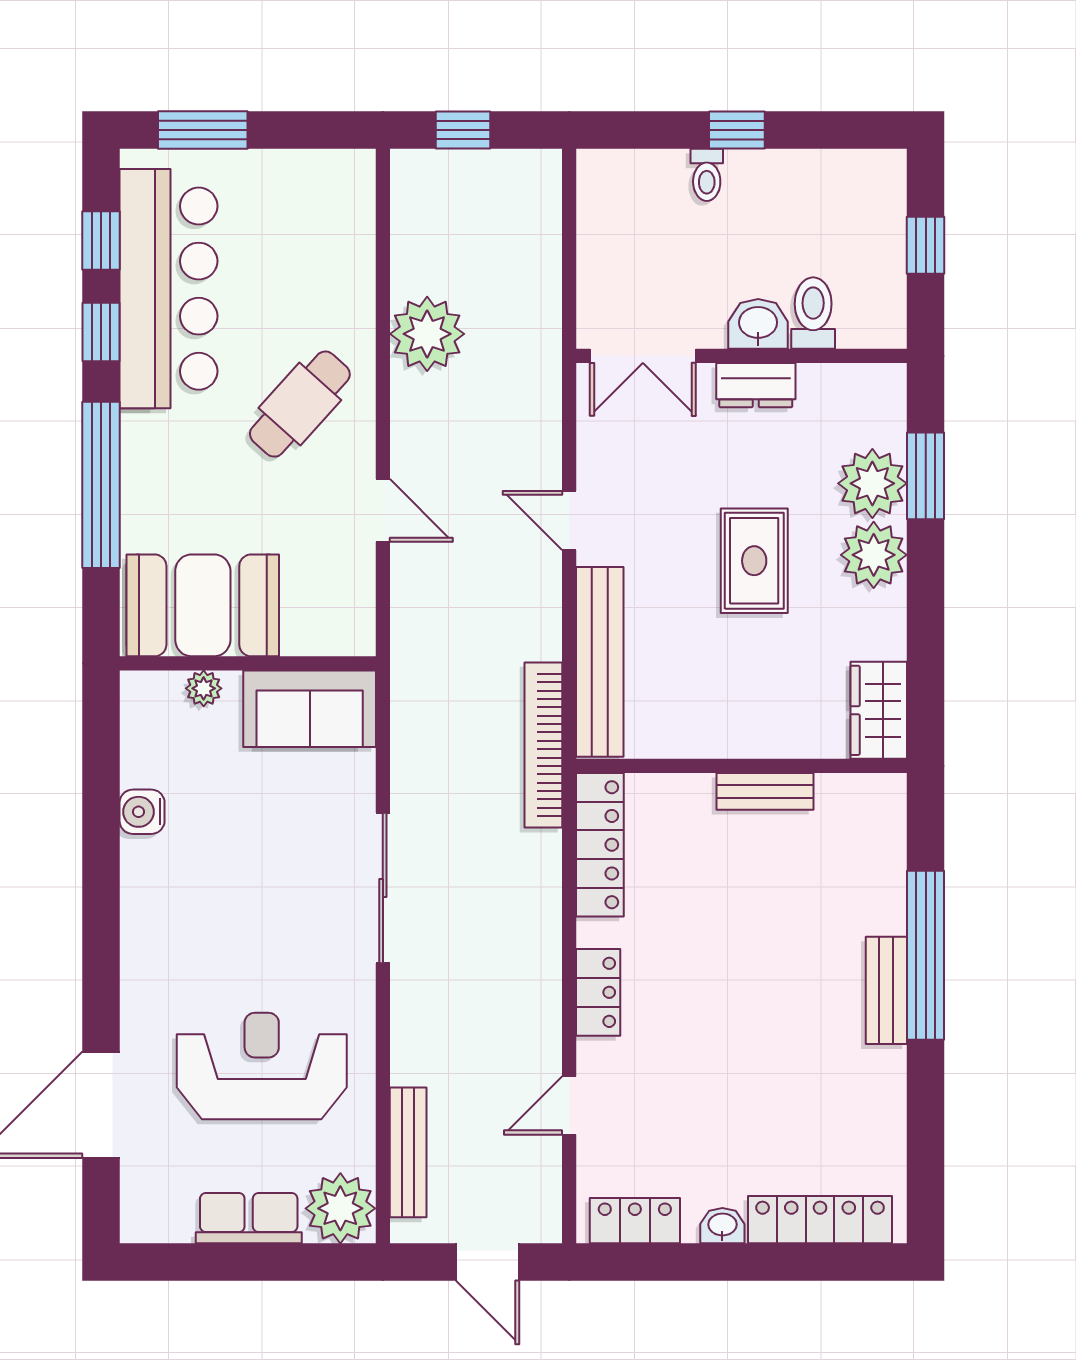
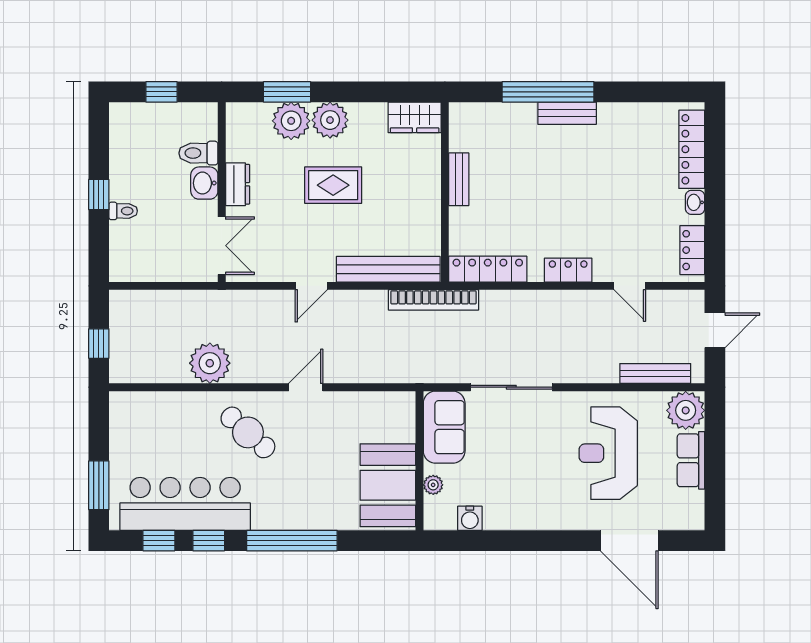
booth: (203, 605) -> (388, 485), moved
wall: (248, 663) -> (420, 461), moved
plant: (204, 688) -> (433, 485), moved
sofa: (310, 709) -> (444, 427), moved

